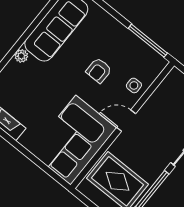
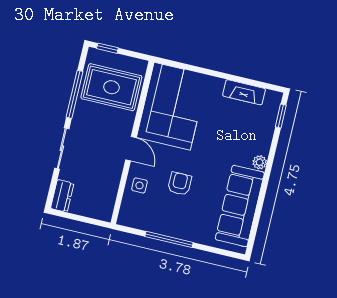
window: (148, 41) -> (169, 239), moved
door: (126, 121) -> (131, 149), hinge flipped

